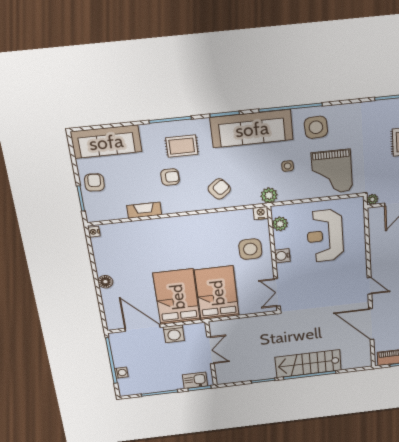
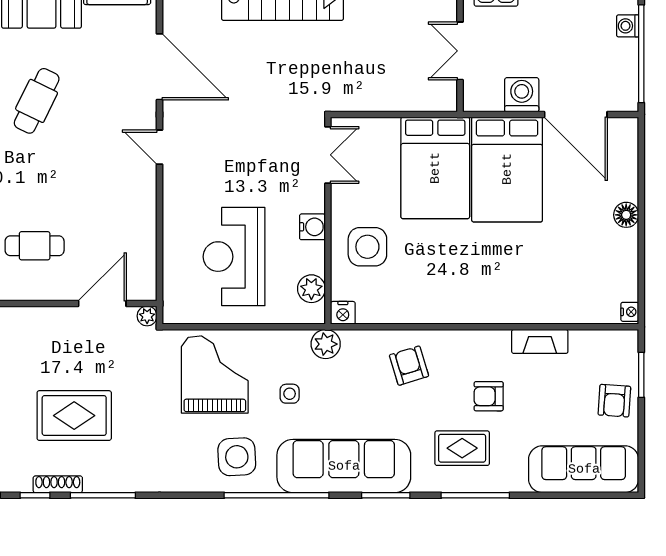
armchair: (219, 189) -> (409, 366), turned 111
reception desk: (325, 236) -> (234, 257), turned 180

